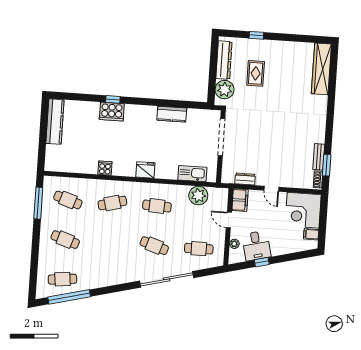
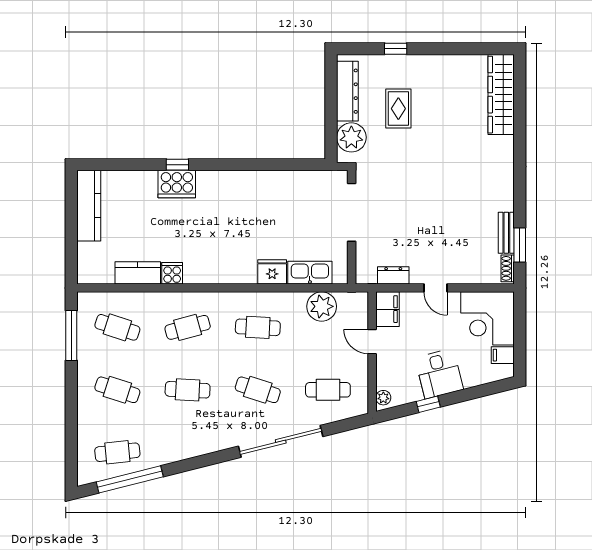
kitchen counter: (172, 114) -> (138, 273), moved, turned 180
fridge: (145, 170) -> (272, 272), moved
cafe table: (110, 243) -> (188, 390), added
plant: (234, 244) -> (383, 398), moved
desk: (256, 246) -> (439, 374), moved

